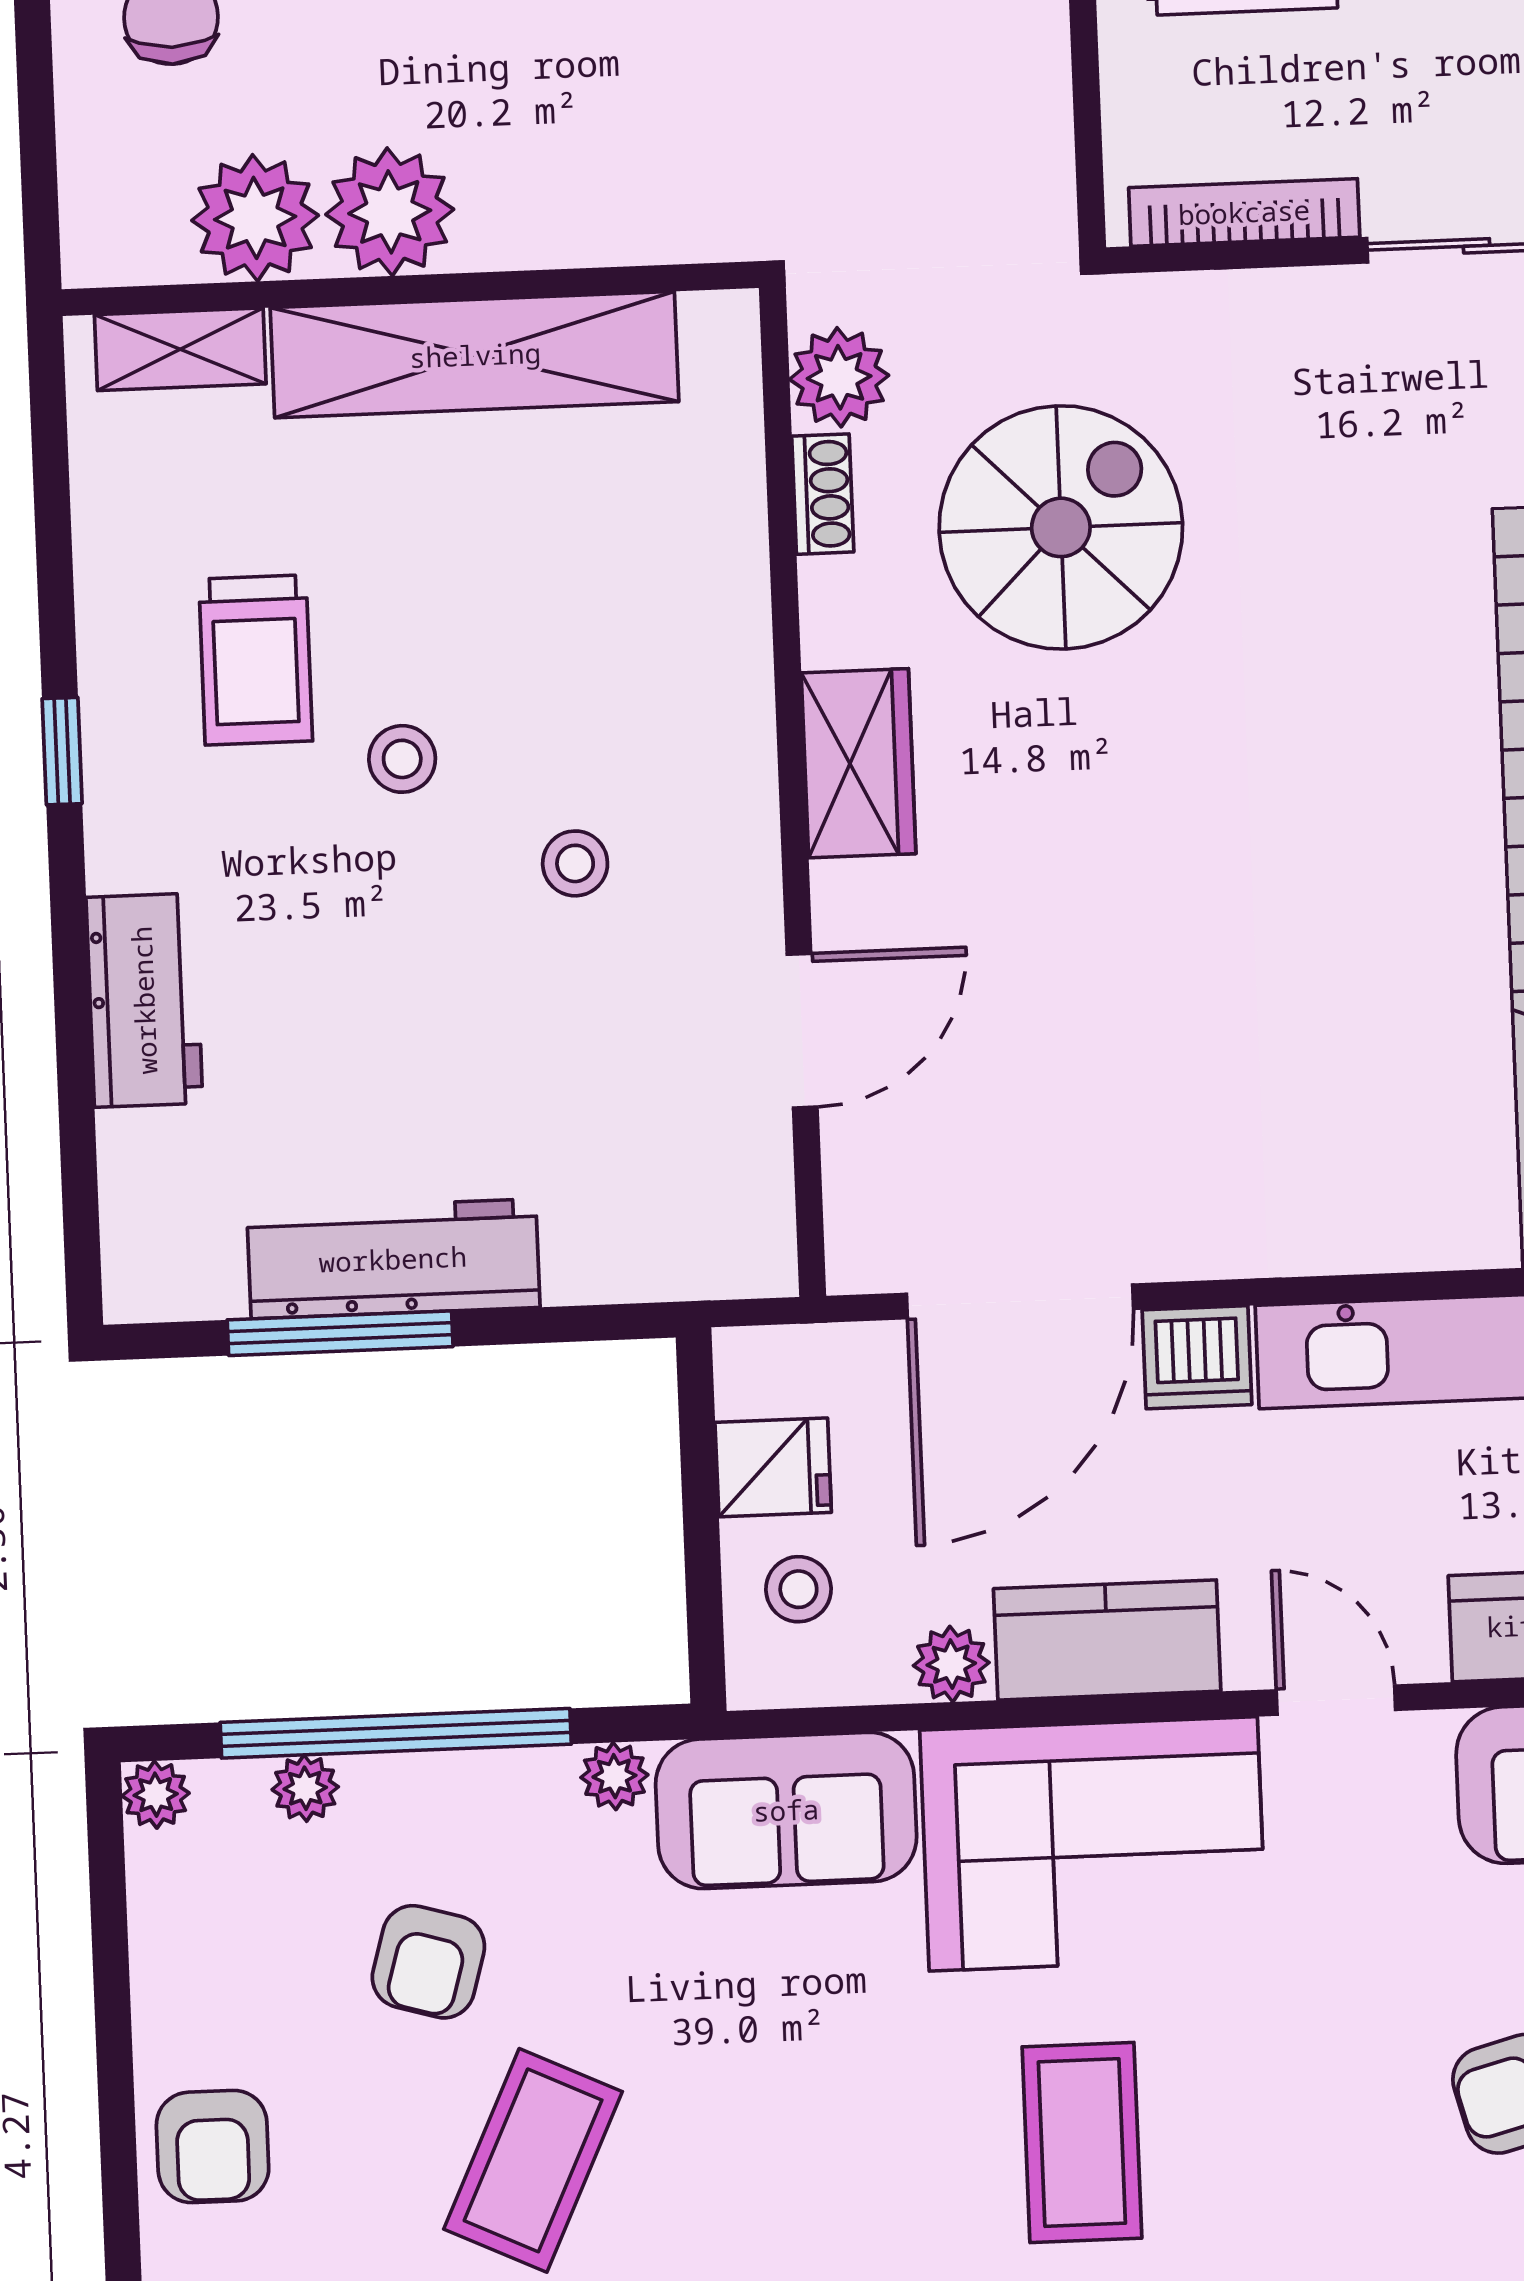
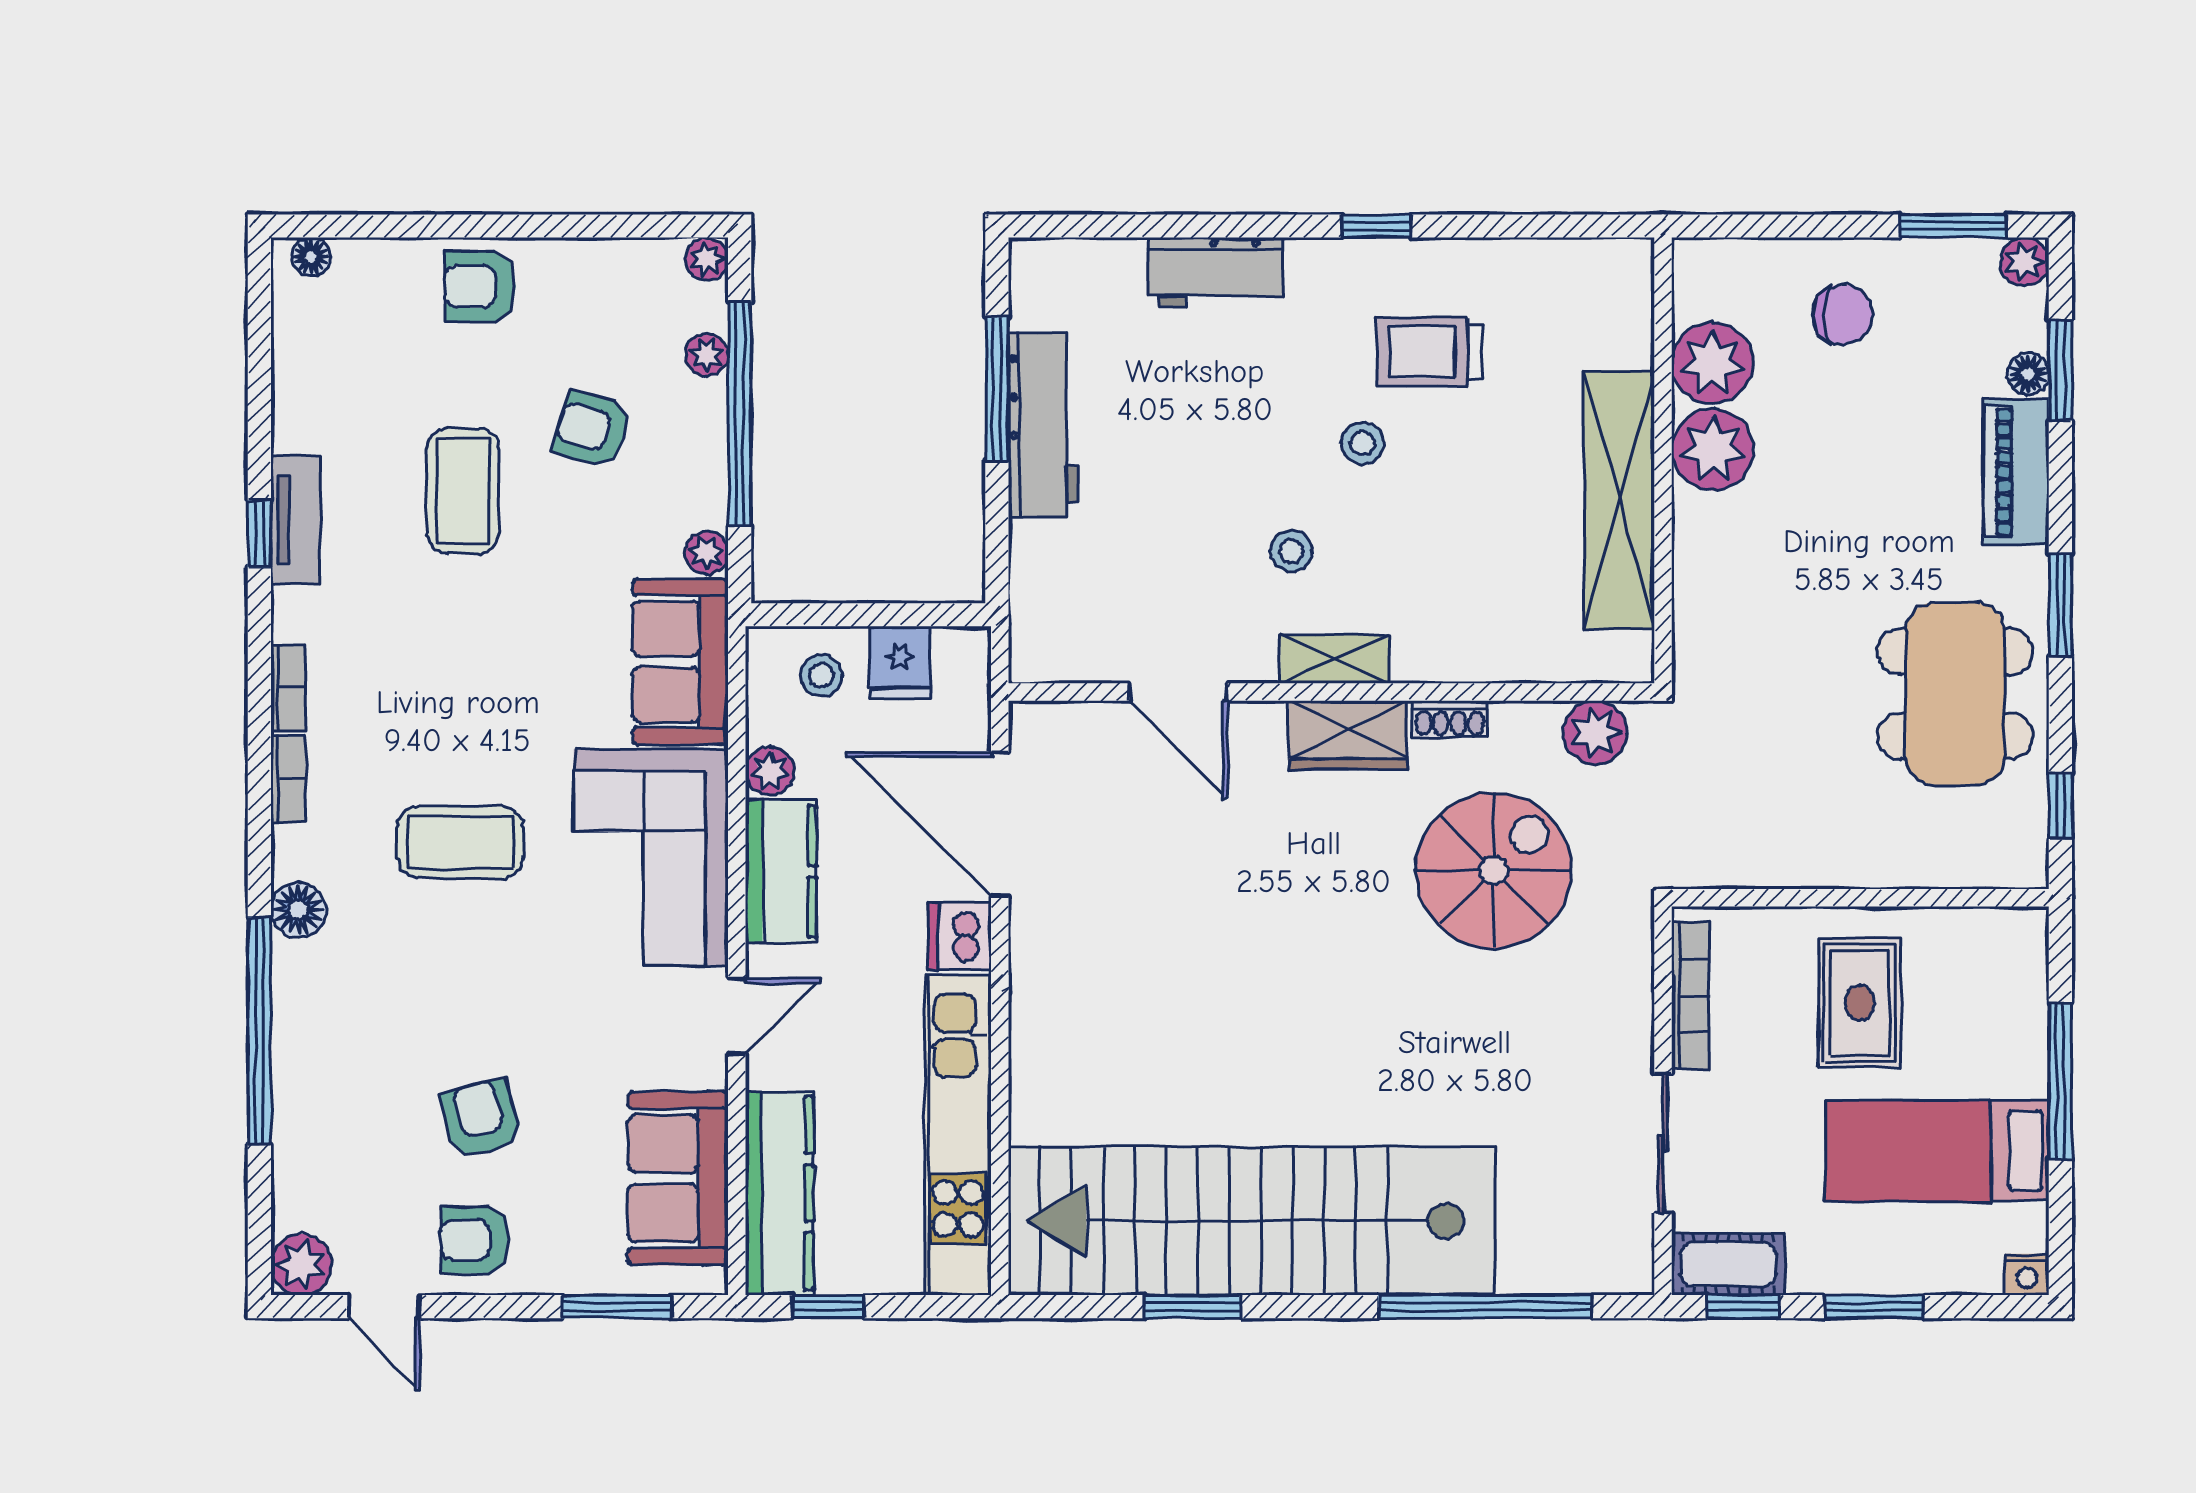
shelving: (180, 349) -> (1334, 659), moved, turned 90
shoe rack: (823, 494) -> (1450, 719), moved
spiral stairs: (1061, 527) -> (1494, 870), turned -90
coffee table: (533, 2160) -> (463, 491), turned 65

